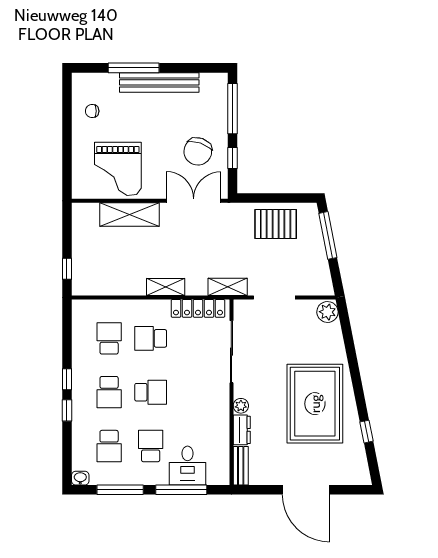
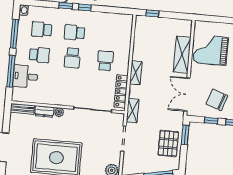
window: (260, 198) -> (185, 135), added
double door: (194, 201) -> (187, 95), swing flipped
school desk: (109, 338) -> (107, 35), removed

